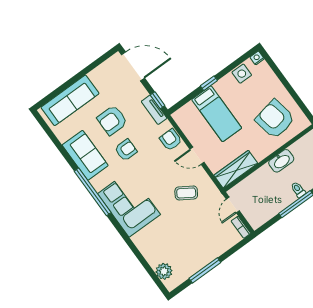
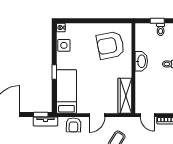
bed: (217, 114) -> (66, 91), moved, turned -90
armchair: (171, 140) -> (73, 125), turned -89

